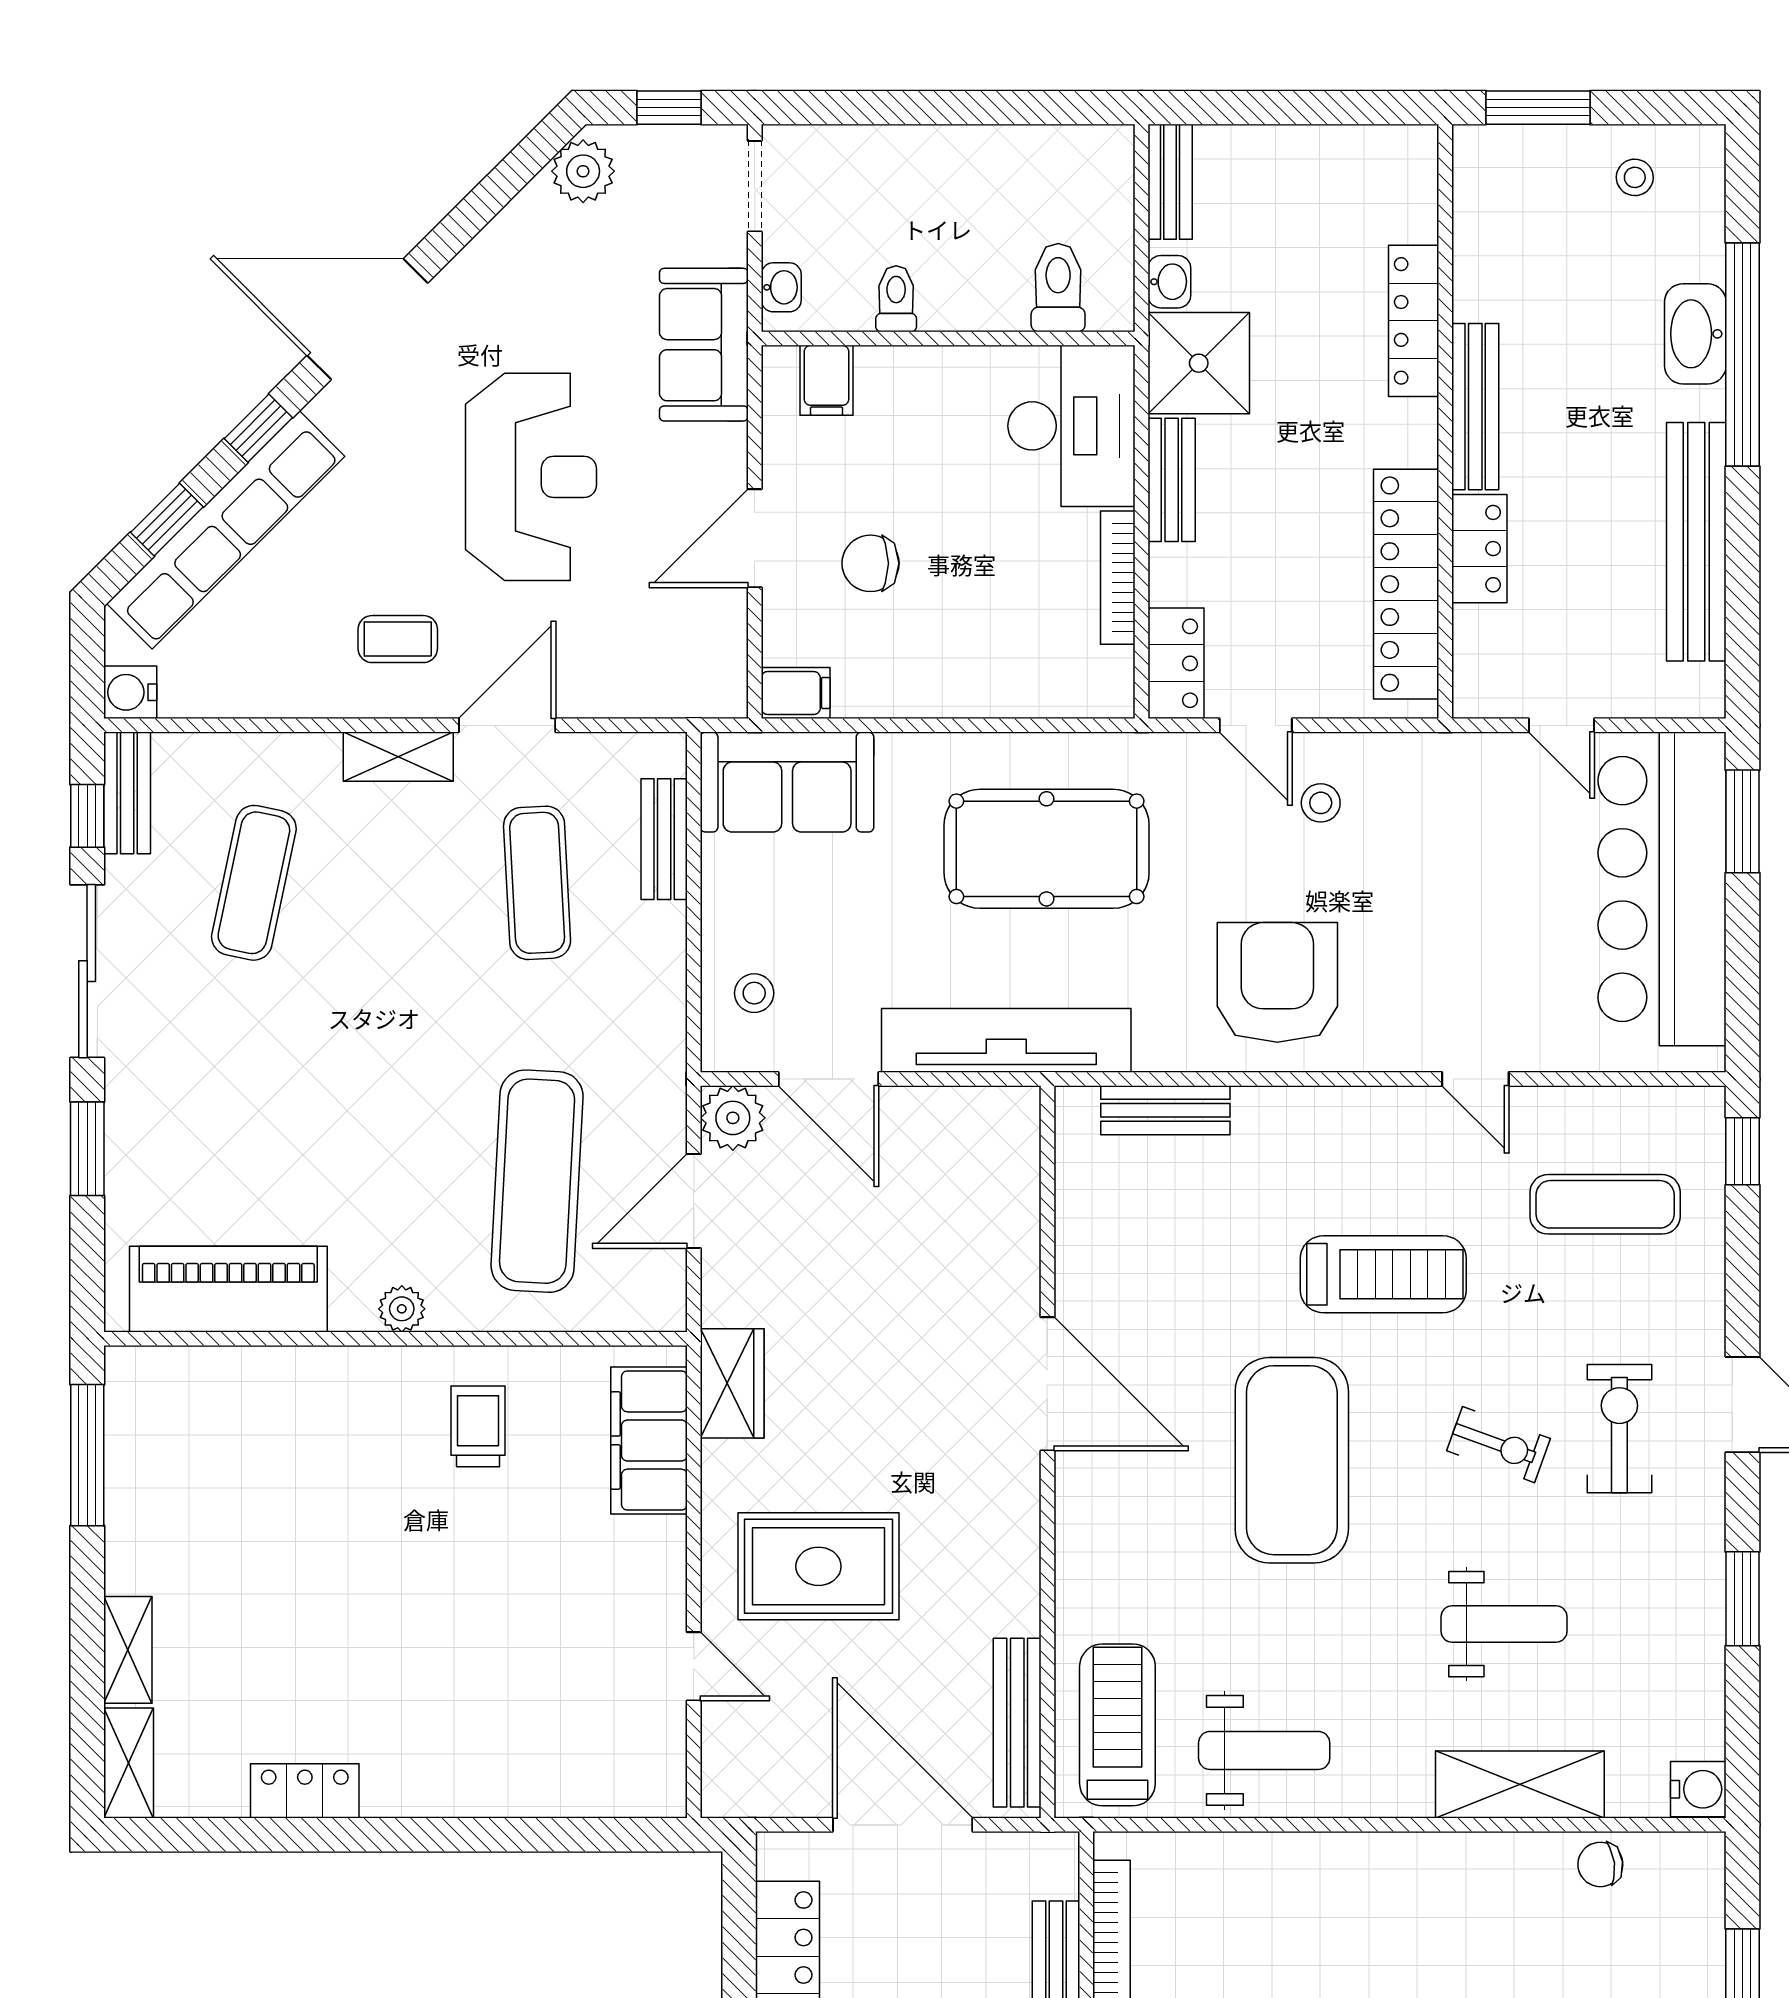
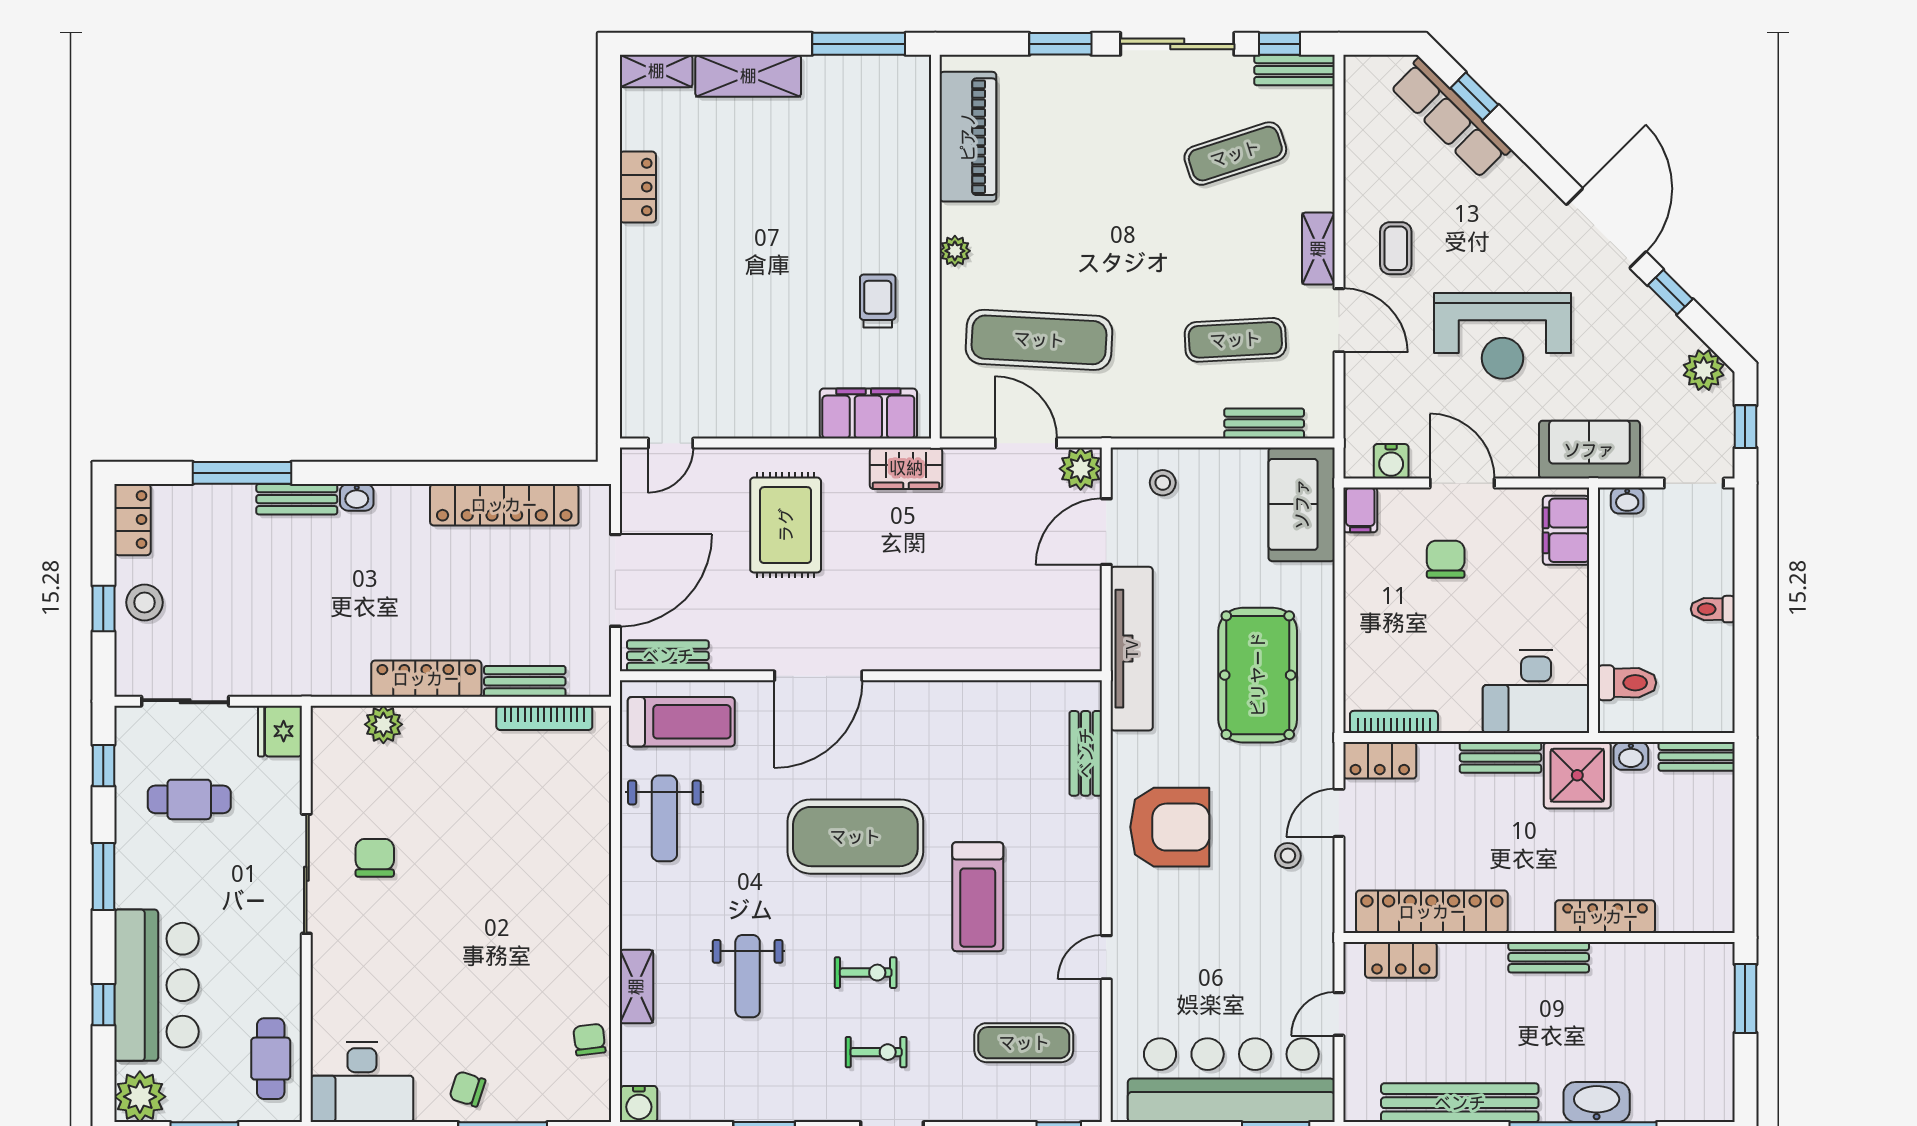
stool: (1635, 177) -> (1700, 1062), removed
toilet: (896, 299) -> (1713, 609), moved, turned 180
filing cabinet: (826, 380) -> (1566, 530), width x2.00
bench: (1475, 407) -> (1549, 957), width x0.73
window: (258, 428) -> (1670, 292), moved
row of seats: (226, 530) -> (1451, 118), width x0.73
locker: (1479, 549) -> (1401, 960), moved
bookcase: (1118, 578) -> (1394, 722), moved
water cooler: (130, 692) -> (1391, 461), moved, turned 180
exercise mat: (254, 883) -> (1235, 154), turned -30
exercise mat: (1605, 1204) -> (1024, 1043), turned 90
door: (1047, 1384) -> (818, 676), moved
trolley: (478, 1426) -> (878, 301), turned -90
exercise bike: (1619, 1429) -> (876, 1052), width x0.73, depth x0.72
exercise bike: (1499, 1445) -> (866, 973), turned -110
shelving: (128, 1650) -> (748, 76), width x1.50, depth x1.33
door: (694, 1666) -> (671, 443), moved
bench: (1017, 1723) -> (668, 656), width x0.73
shelving: (1520, 1785) -> (636, 987), width x0.67, depth x0.75

